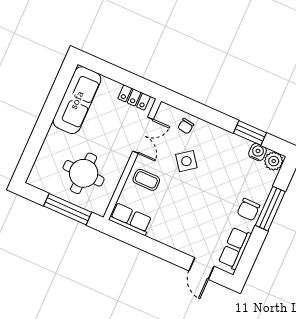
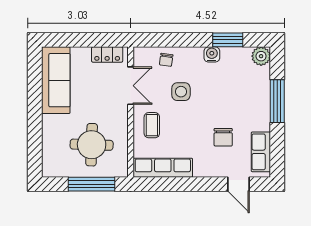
water cooler: (257, 152) -> (212, 54), moved
side table: (186, 161) -> (181, 92), turned 37
coffee table: (146, 180) -> (152, 125), turned 90
chair: (248, 210) -> (223, 137), moved
row of seats: (130, 219) -> (163, 168), width x1.48

